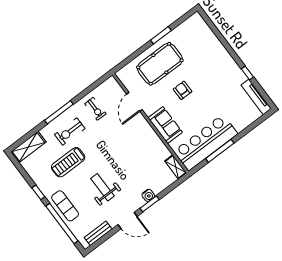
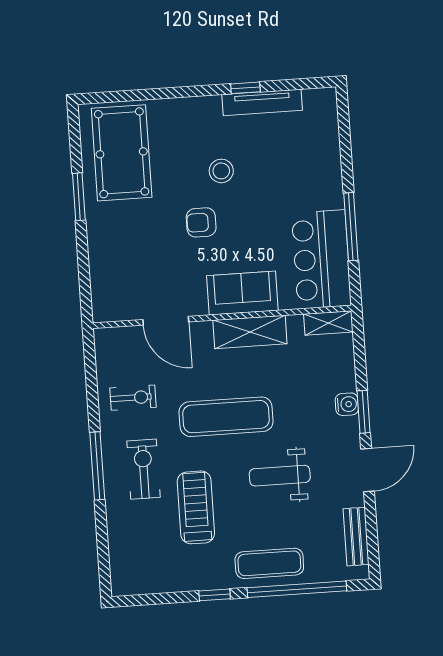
pool table: (160, 64) -> (122, 153), moved
stool: (208, 85) -> (221, 171), added
tv unit: (256, 97) -> (262, 102), moved
exercise bike: (70, 132) -> (144, 469), turned 180
bar counter: (206, 143) -> (321, 259), width x0.73
shelving: (28, 147) -> (250, 332), moved, turned 90
exercise mat: (112, 151) -> (226, 417), added
treadmill: (68, 162) -> (196, 507), turned 180

